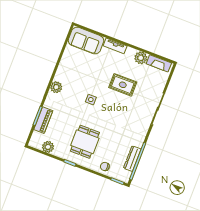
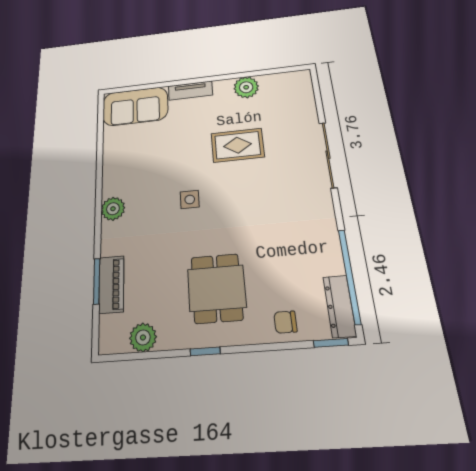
fireplace: (159, 63) -> (283, 81), removed
dresser: (132, 159) -> (340, 306), moved

